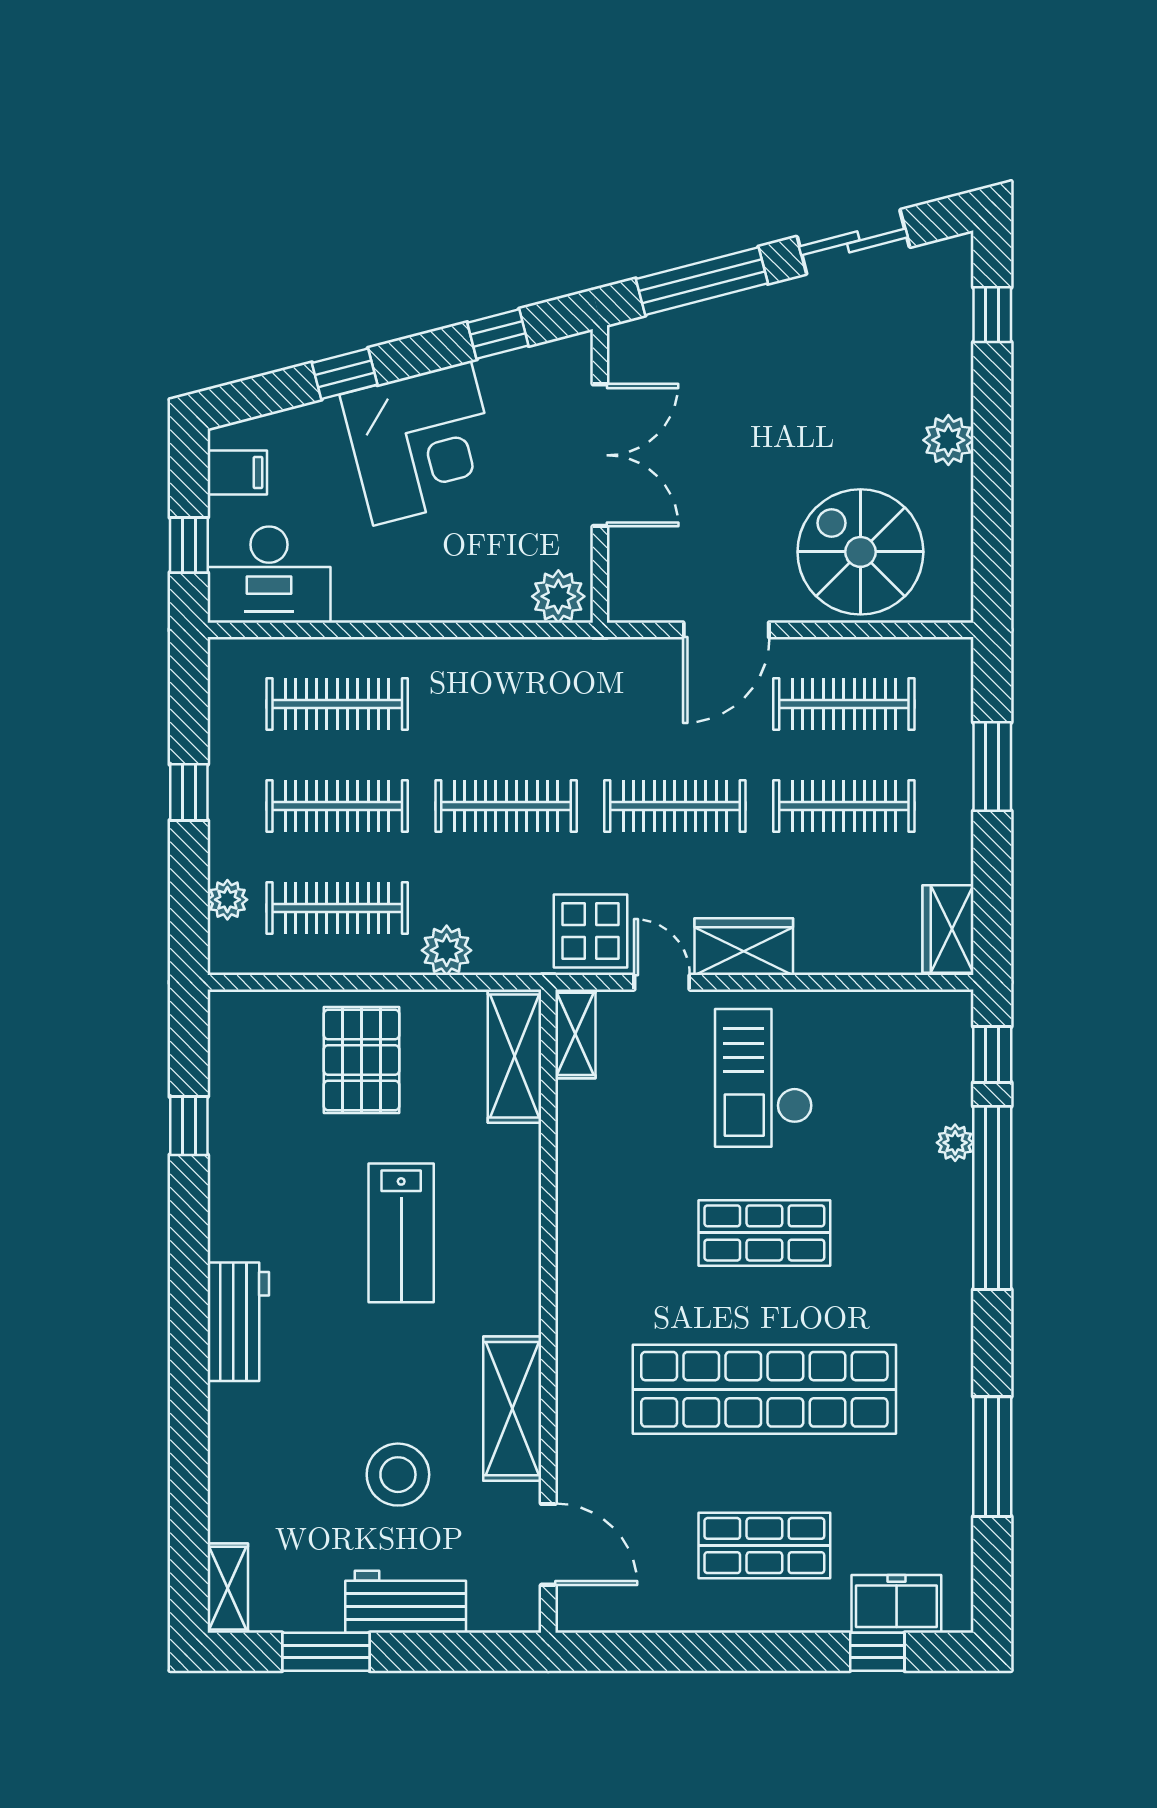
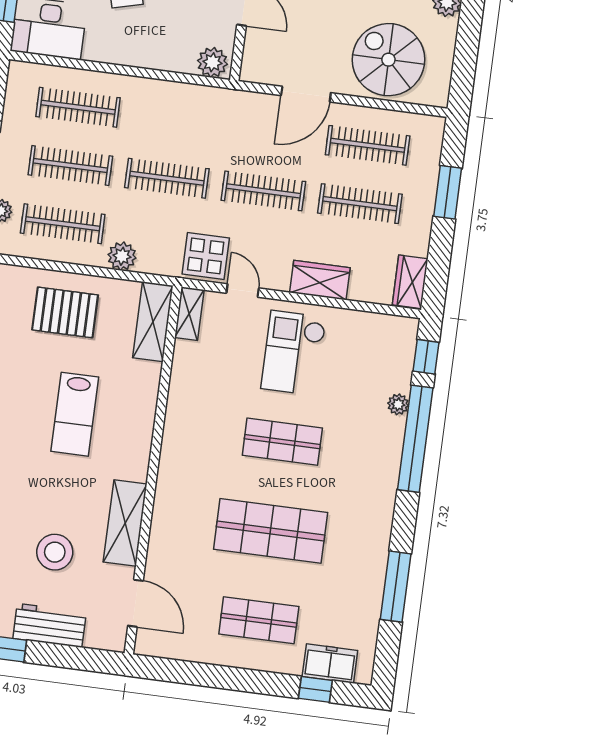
wardrobe: (744, 947) -> (320, 280), moved
pallet: (361, 1060) -> (65, 312), turned 90
shop shelf: (764, 1389) -> (271, 531), width x0.71

